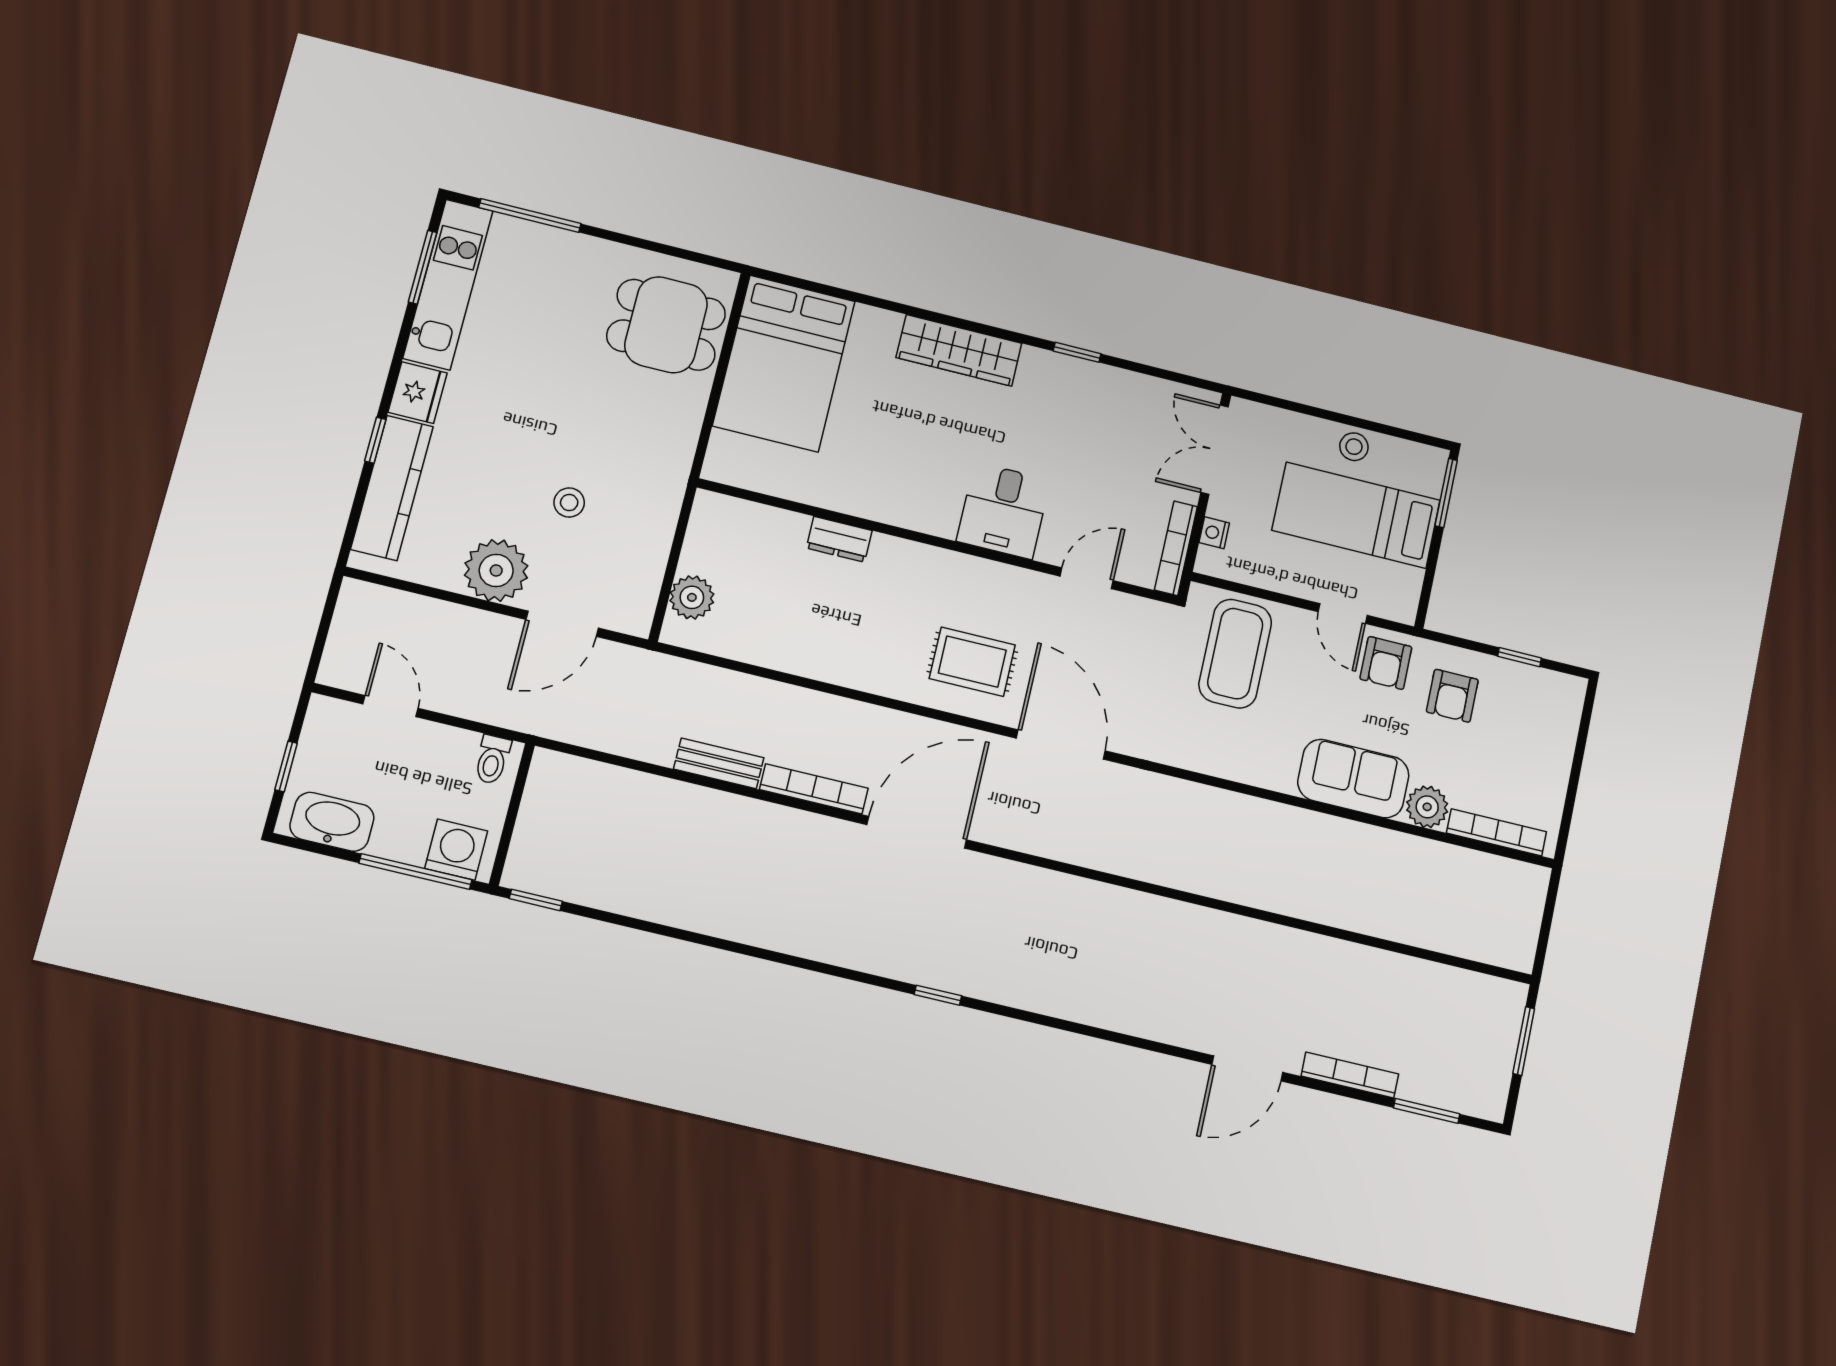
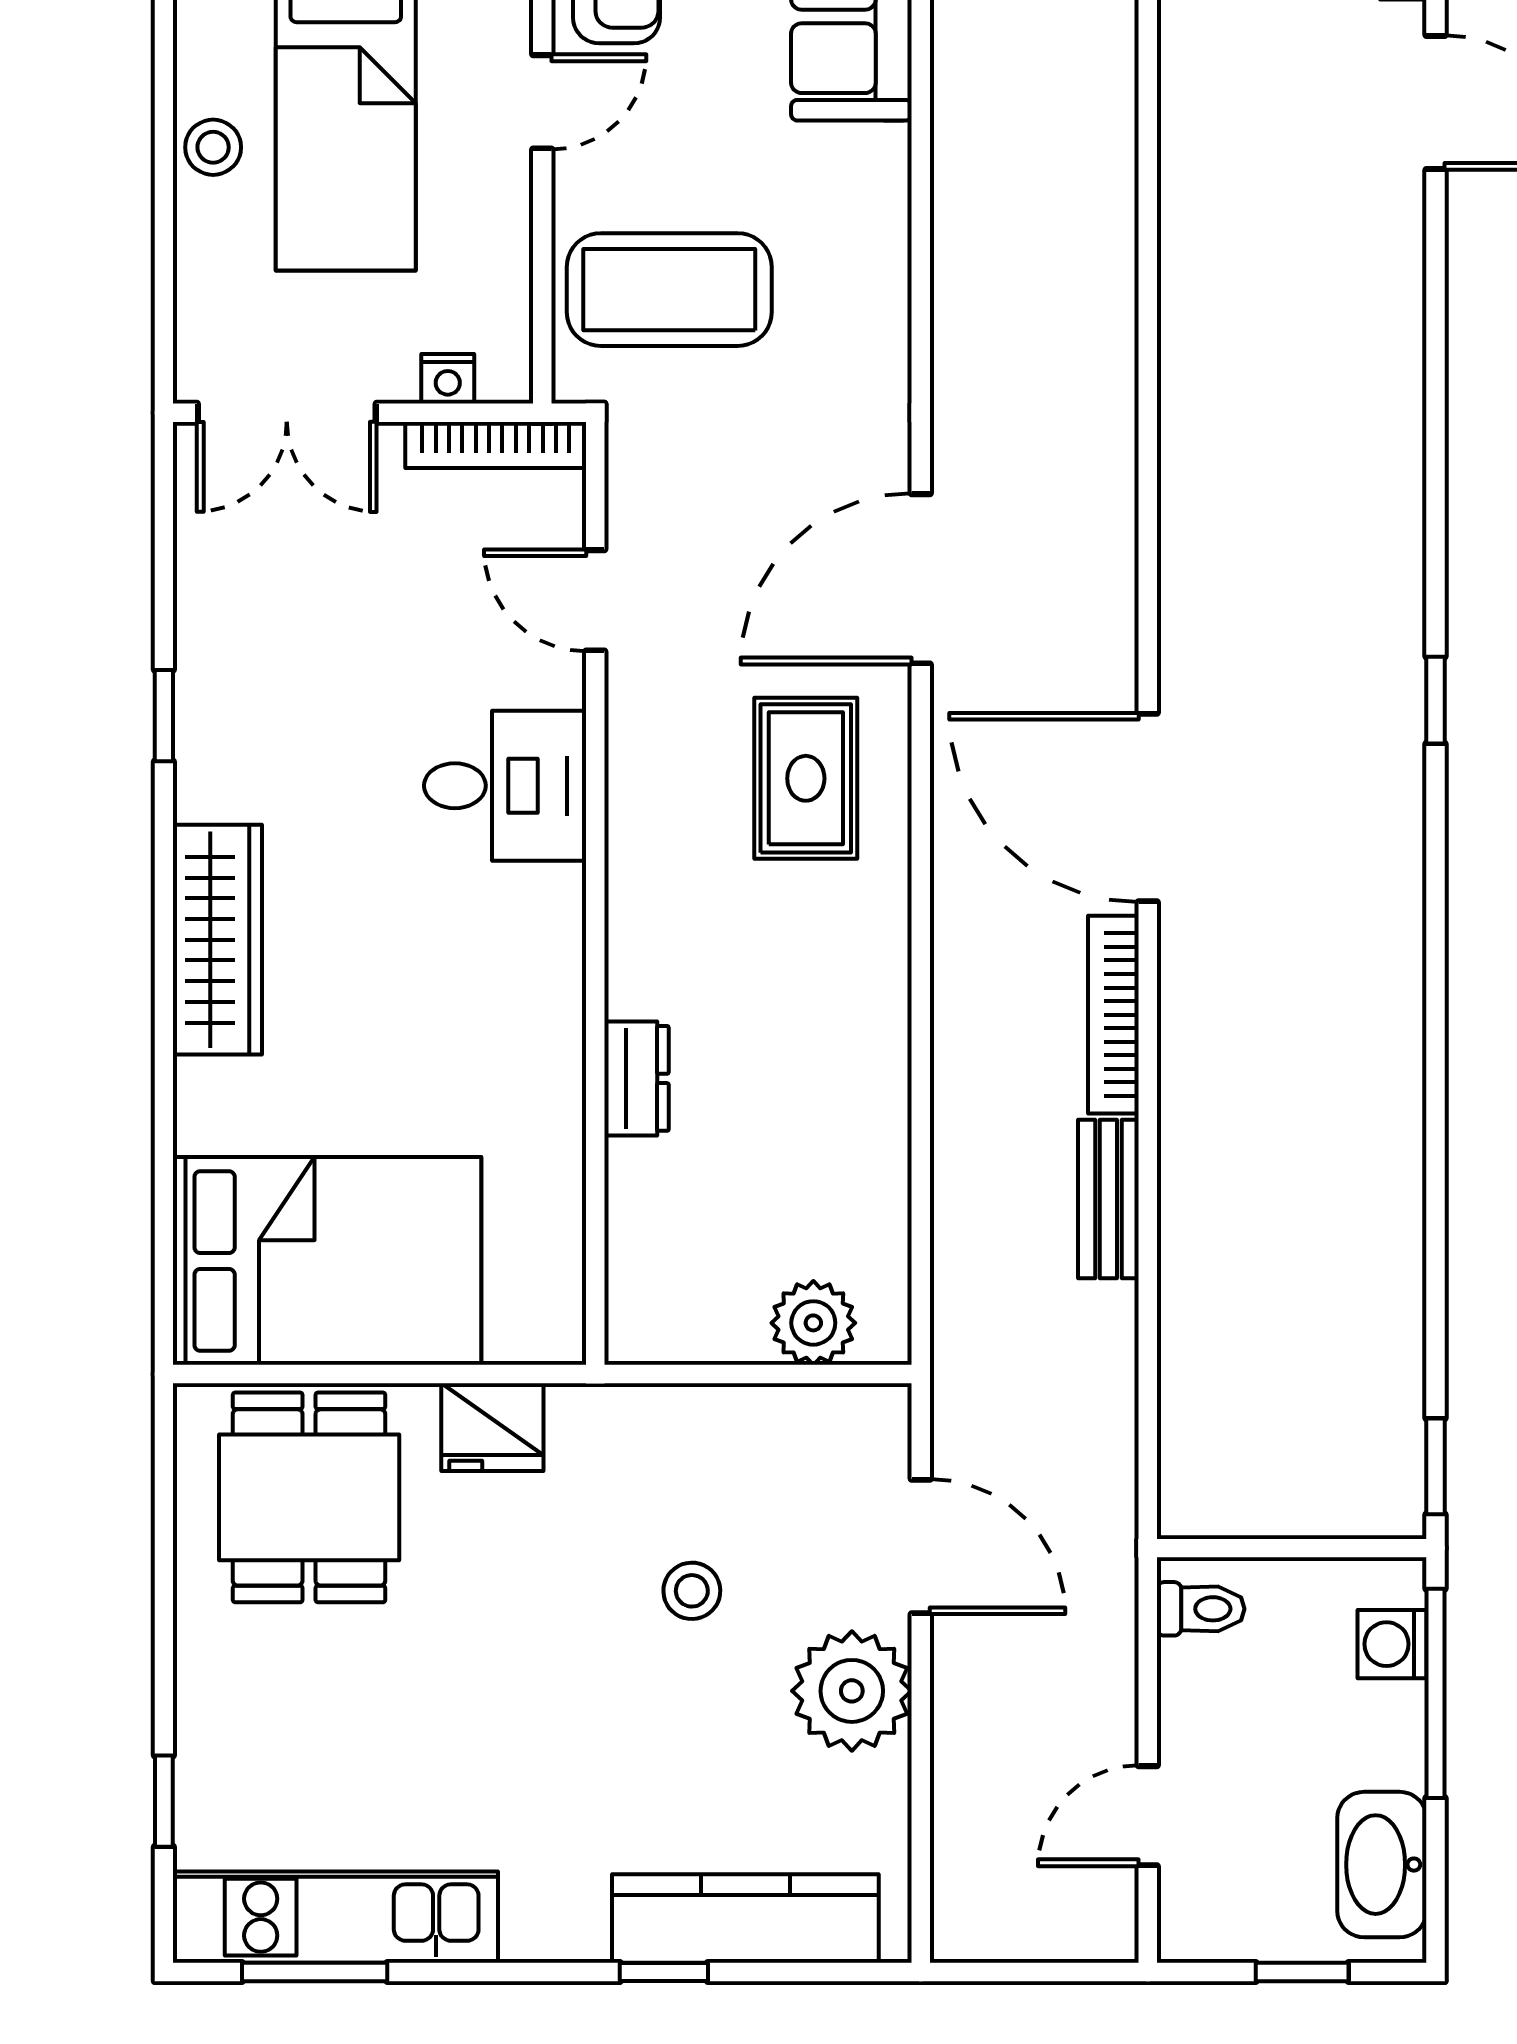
window: (530, 216) -> (164, 1801), width x0.46
fridge: (418, 393) -> (492, 1427), moved, turned 180
washing machine: (456, 850) -> (1392, 1644), width x0.73, depth x0.73

